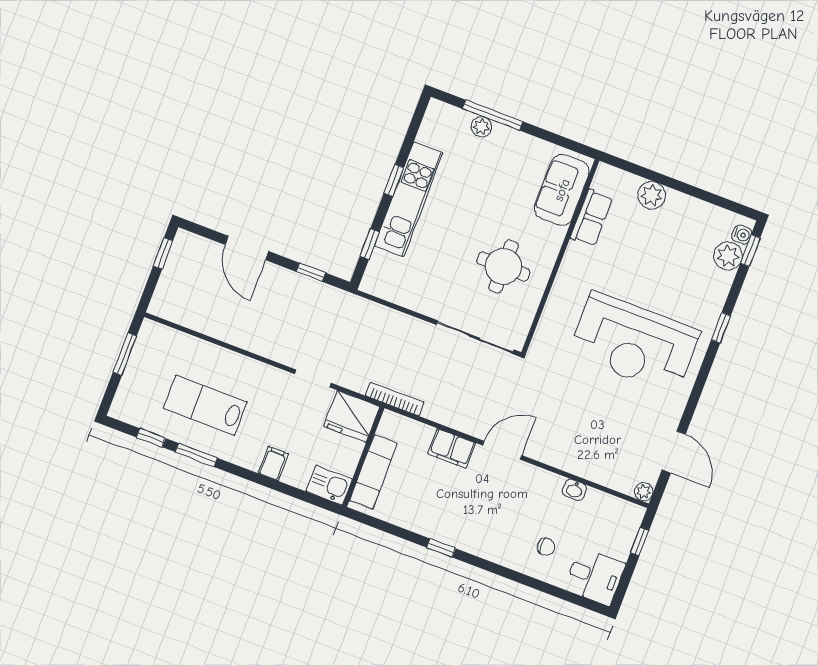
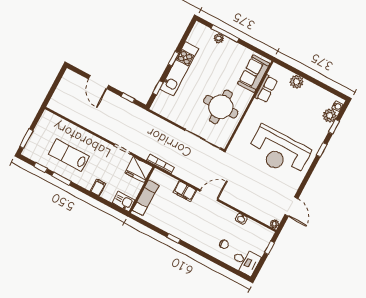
window: (750, 251) -> (334, 127), moved
window: (163, 253) -> (58, 80), removed
round table: (503, 266) -> (221, 107), width x1.36, depth x1.36
window: (125, 354) -> (26, 139), moved

